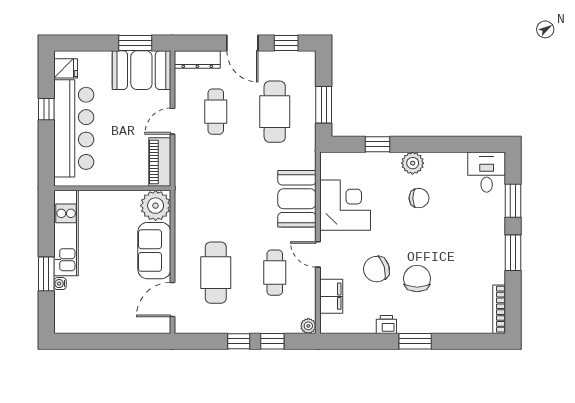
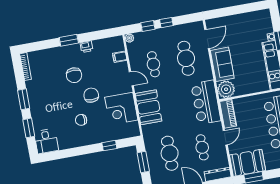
plant: (413, 163) -> (88, 139), removed
bar counter: (195, 189) -> (206, 102), added
chair: (376, 269) -> (91, 95), moved, turned -73
filing cabinet: (331, 296) -> (120, 57), width x0.50

